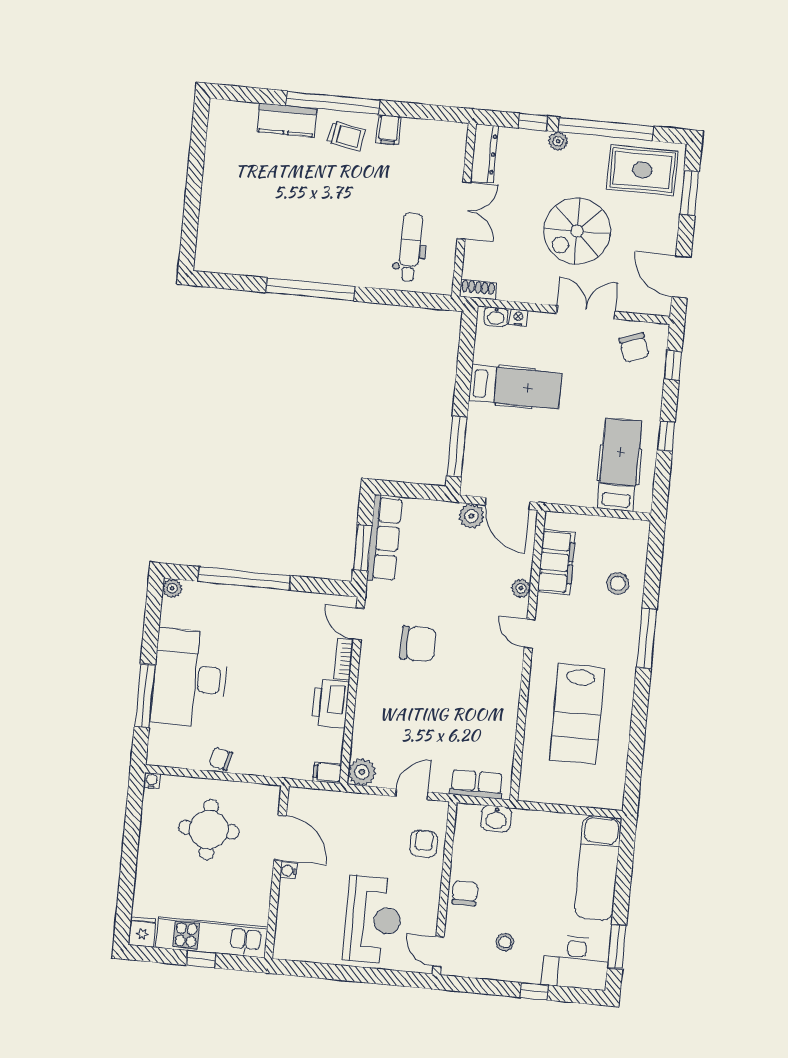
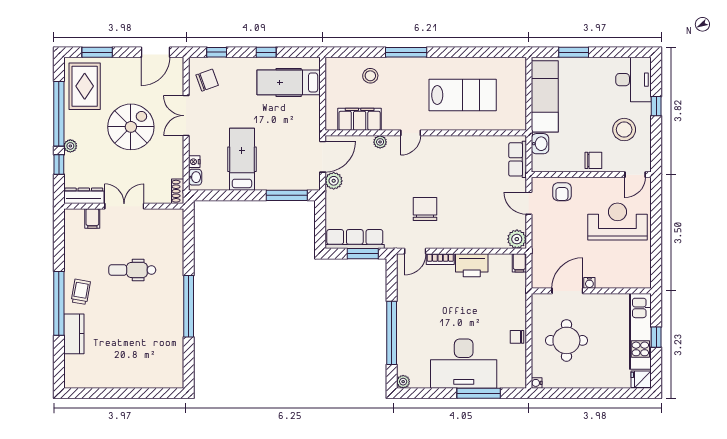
filing cabinet: (389, 130) -> (92, 218), moved, turned 90
spiral stairs: (577, 231) -> (131, 127), turned -90
dental chair: (410, 247) -> (132, 270), moved
chair: (221, 759) -> (517, 337), turned 78
armchair: (424, 844) -> (562, 192), turned -90
exam couch: (598, 868) -> (545, 96), moved, turned -90
chair: (465, 893) -> (593, 160), turned 180
stool: (505, 942) -> (624, 130), width x1.89, depth x1.89
window: (617, 947) -> (574, 52), moved

